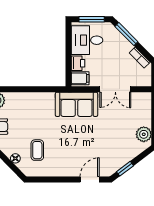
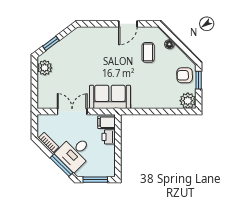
desk: (87, 40) -> (75, 153), moved, turned 135
window: (125, 169) -> (51, 43), moved
door: (90, 180) -> (128, 24), moved

